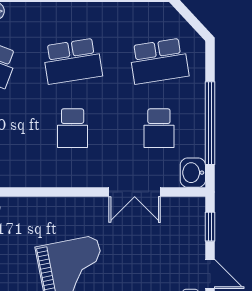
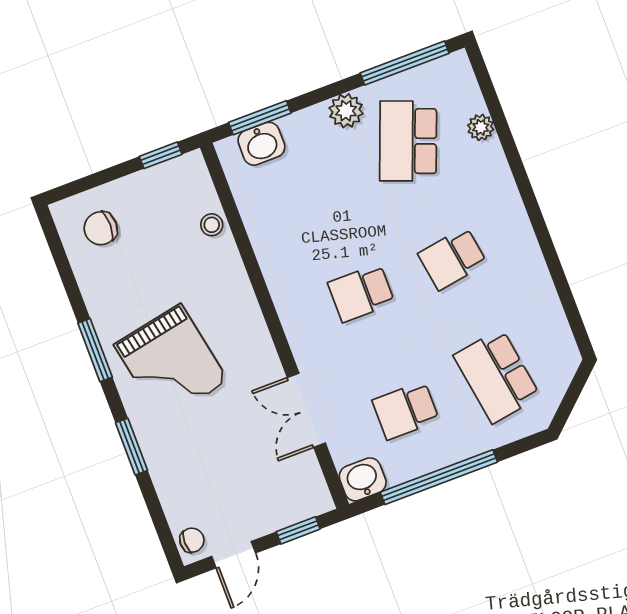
school desk: (73, 61) -> (452, 258), width x0.54

